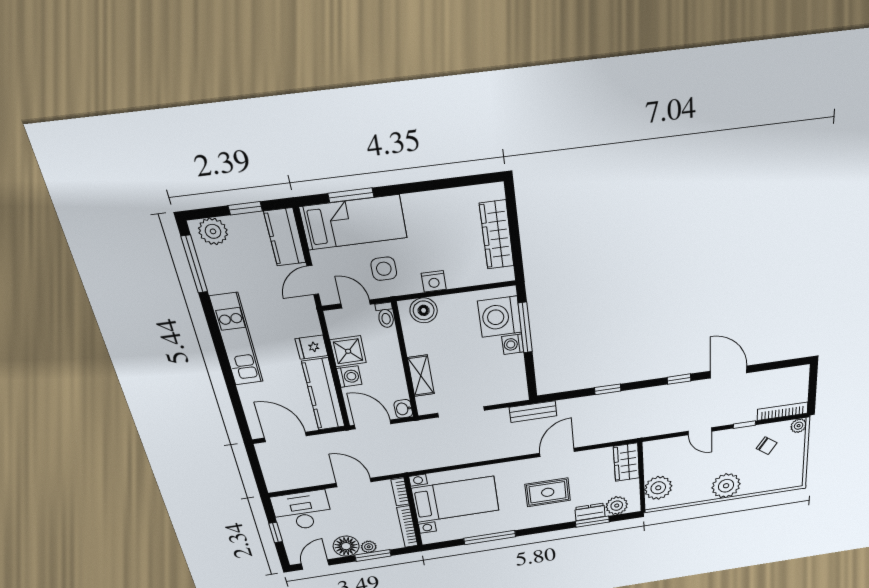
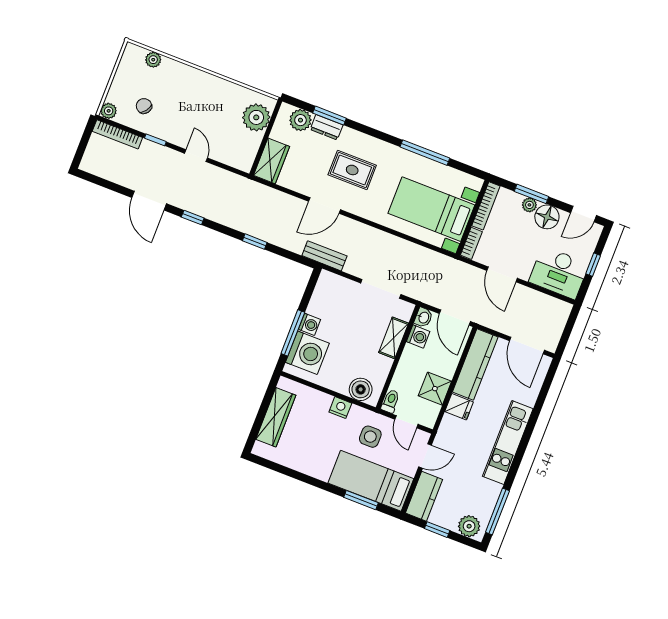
washing machine: (349, 377) -> (418, 336), moved, turned 180
plant: (726, 486) -> (153, 60), moved, width x0.53, depth x0.53

